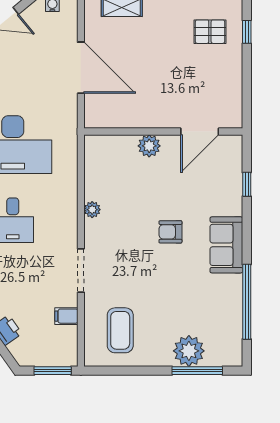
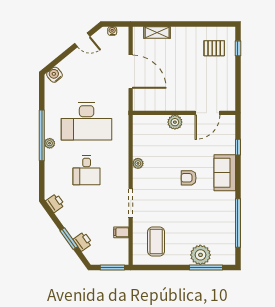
sofa: (226, 245) -> (225, 173), moved

